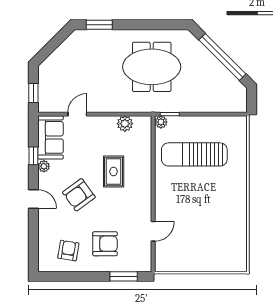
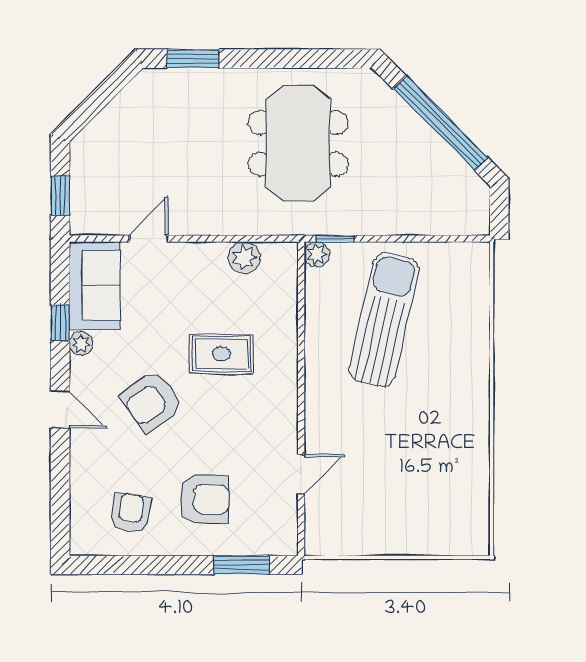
meeting table: (152, 67) -> (298, 143), turned 90
sun lounger: (194, 154) -> (384, 320), turned 103
rug: (114, 171) -> (221, 354), turned 90

